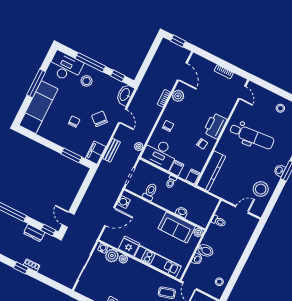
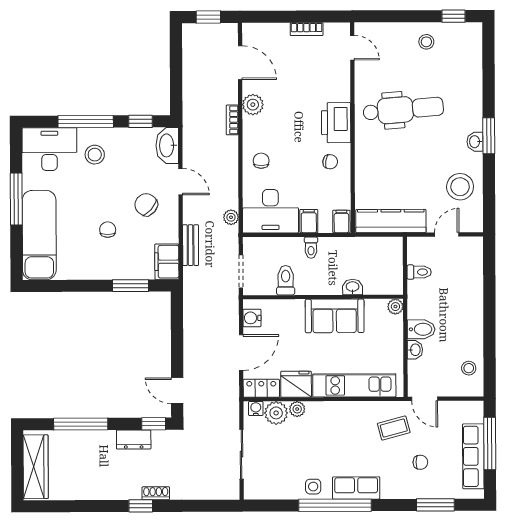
kitchen counter: (211, 171) -> (391, 221), moved, turned -90
sofa: (177, 227) -> (335, 316), moved
locker: (111, 240) -> (261, 388), added

